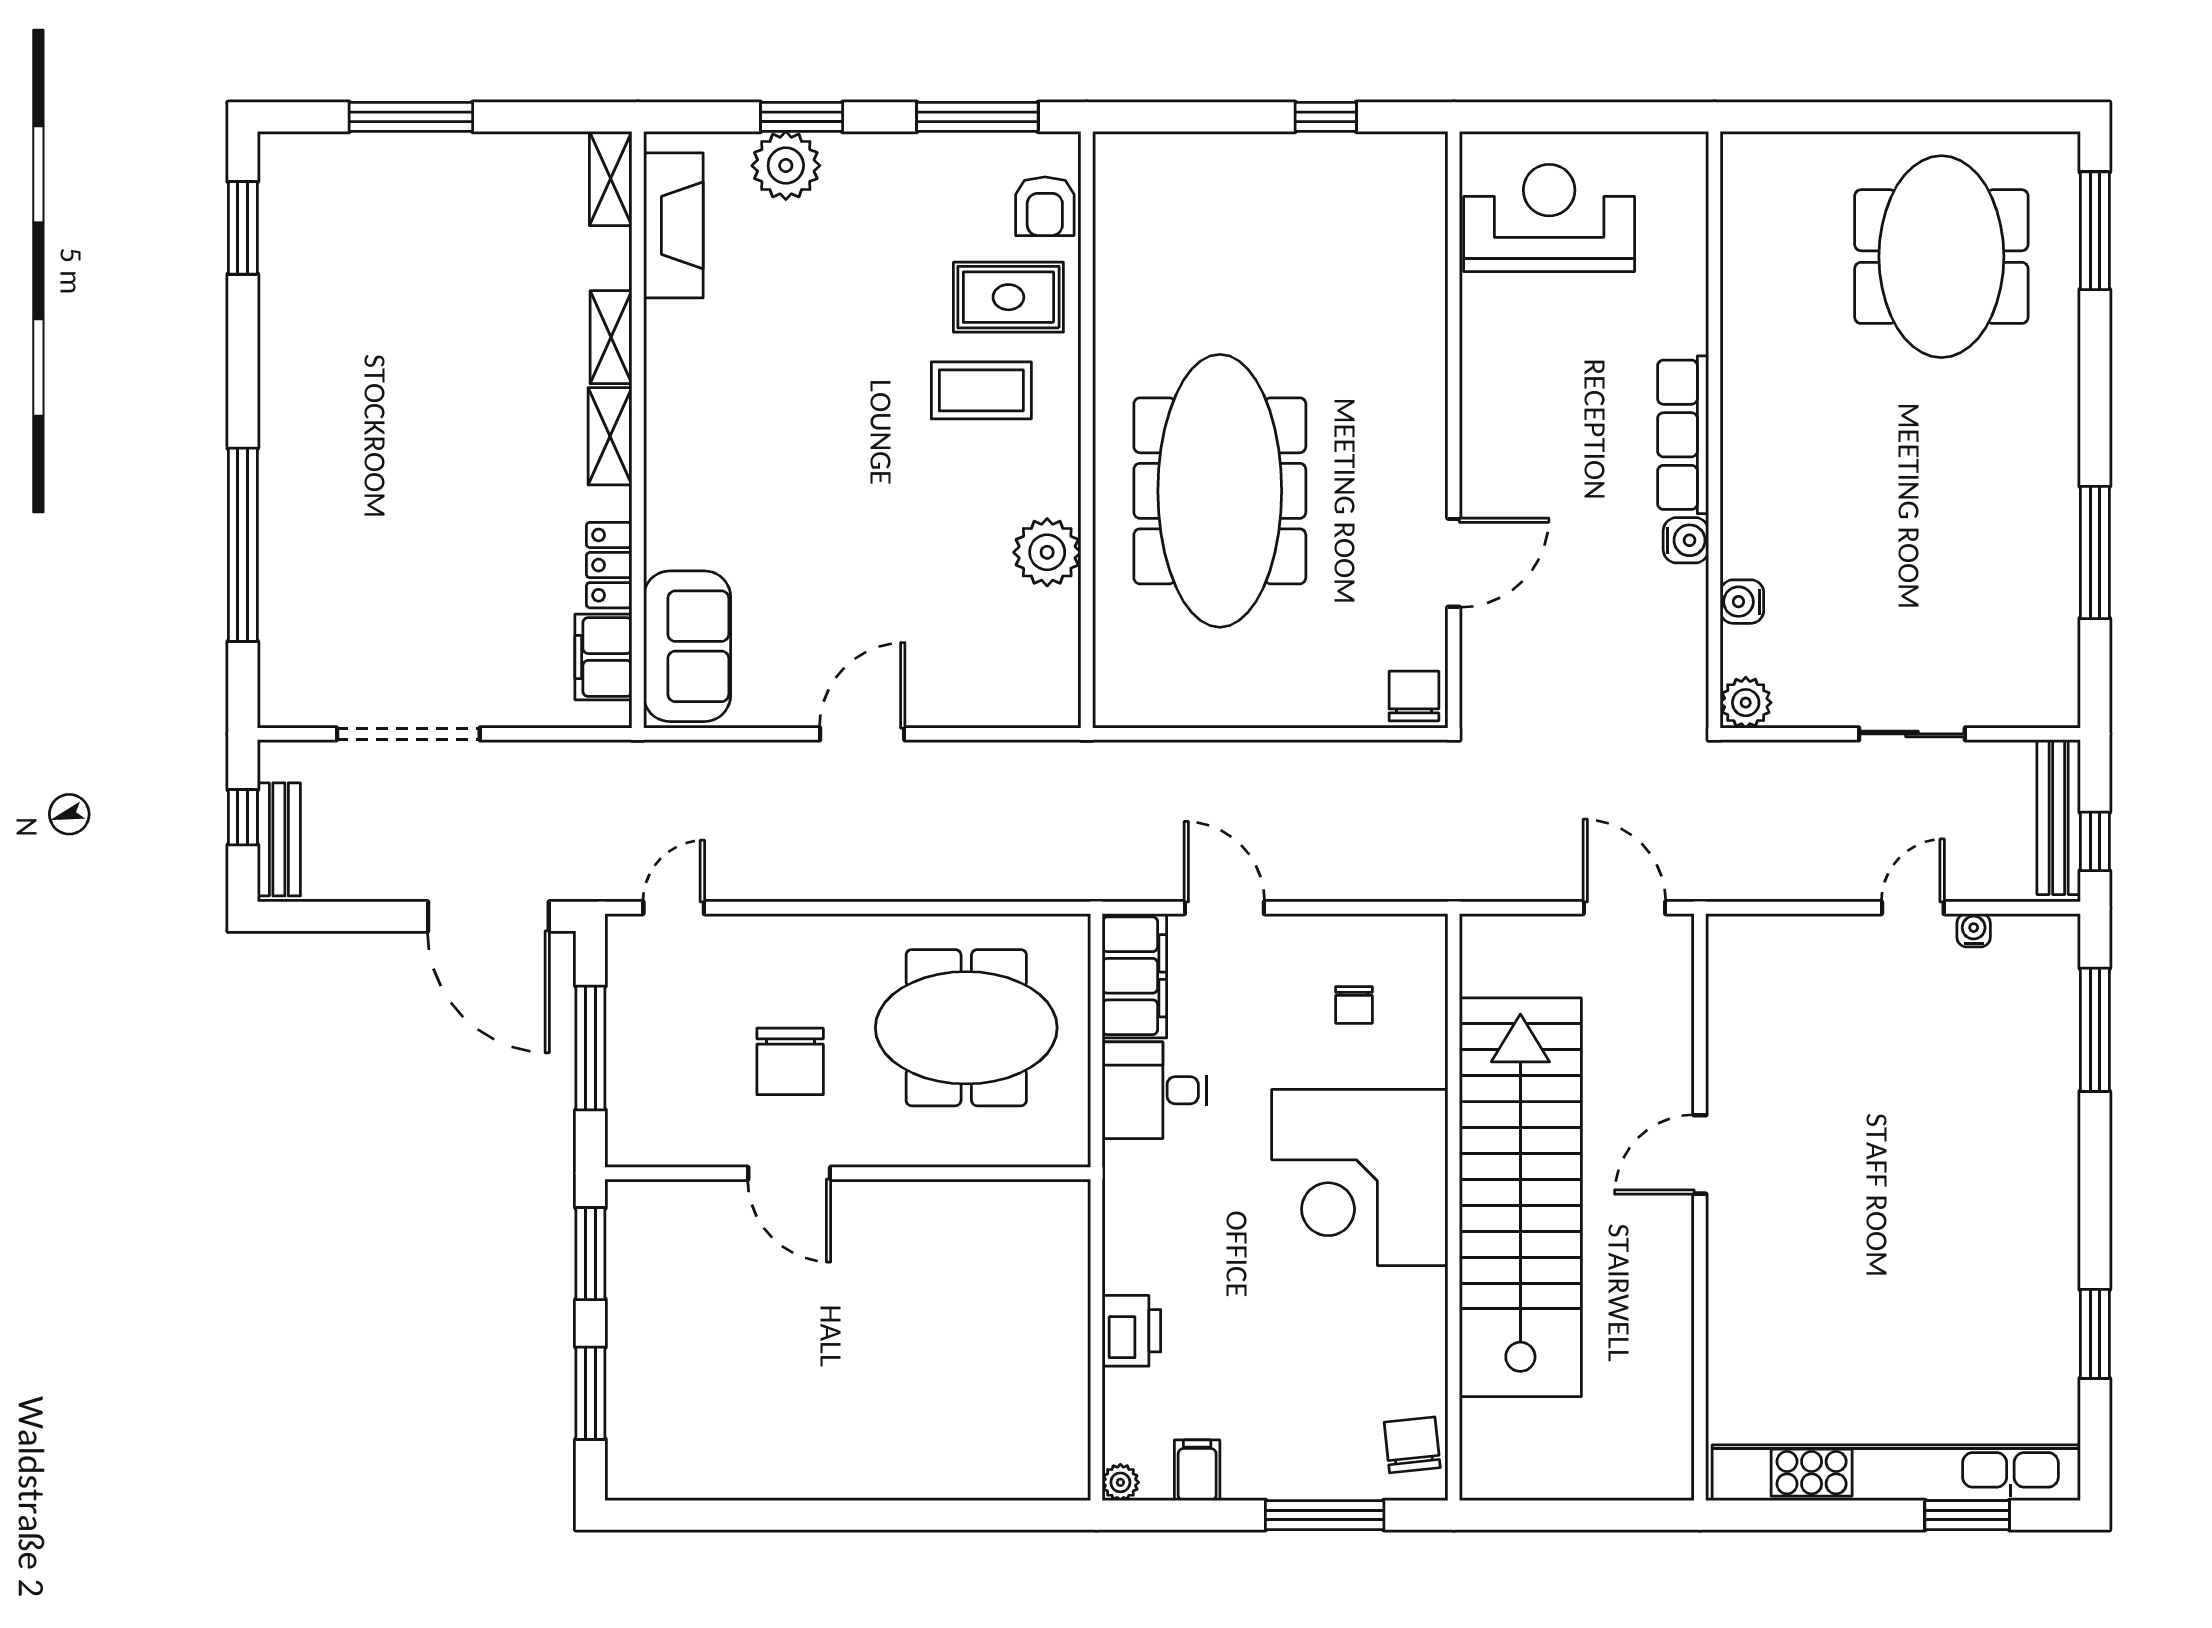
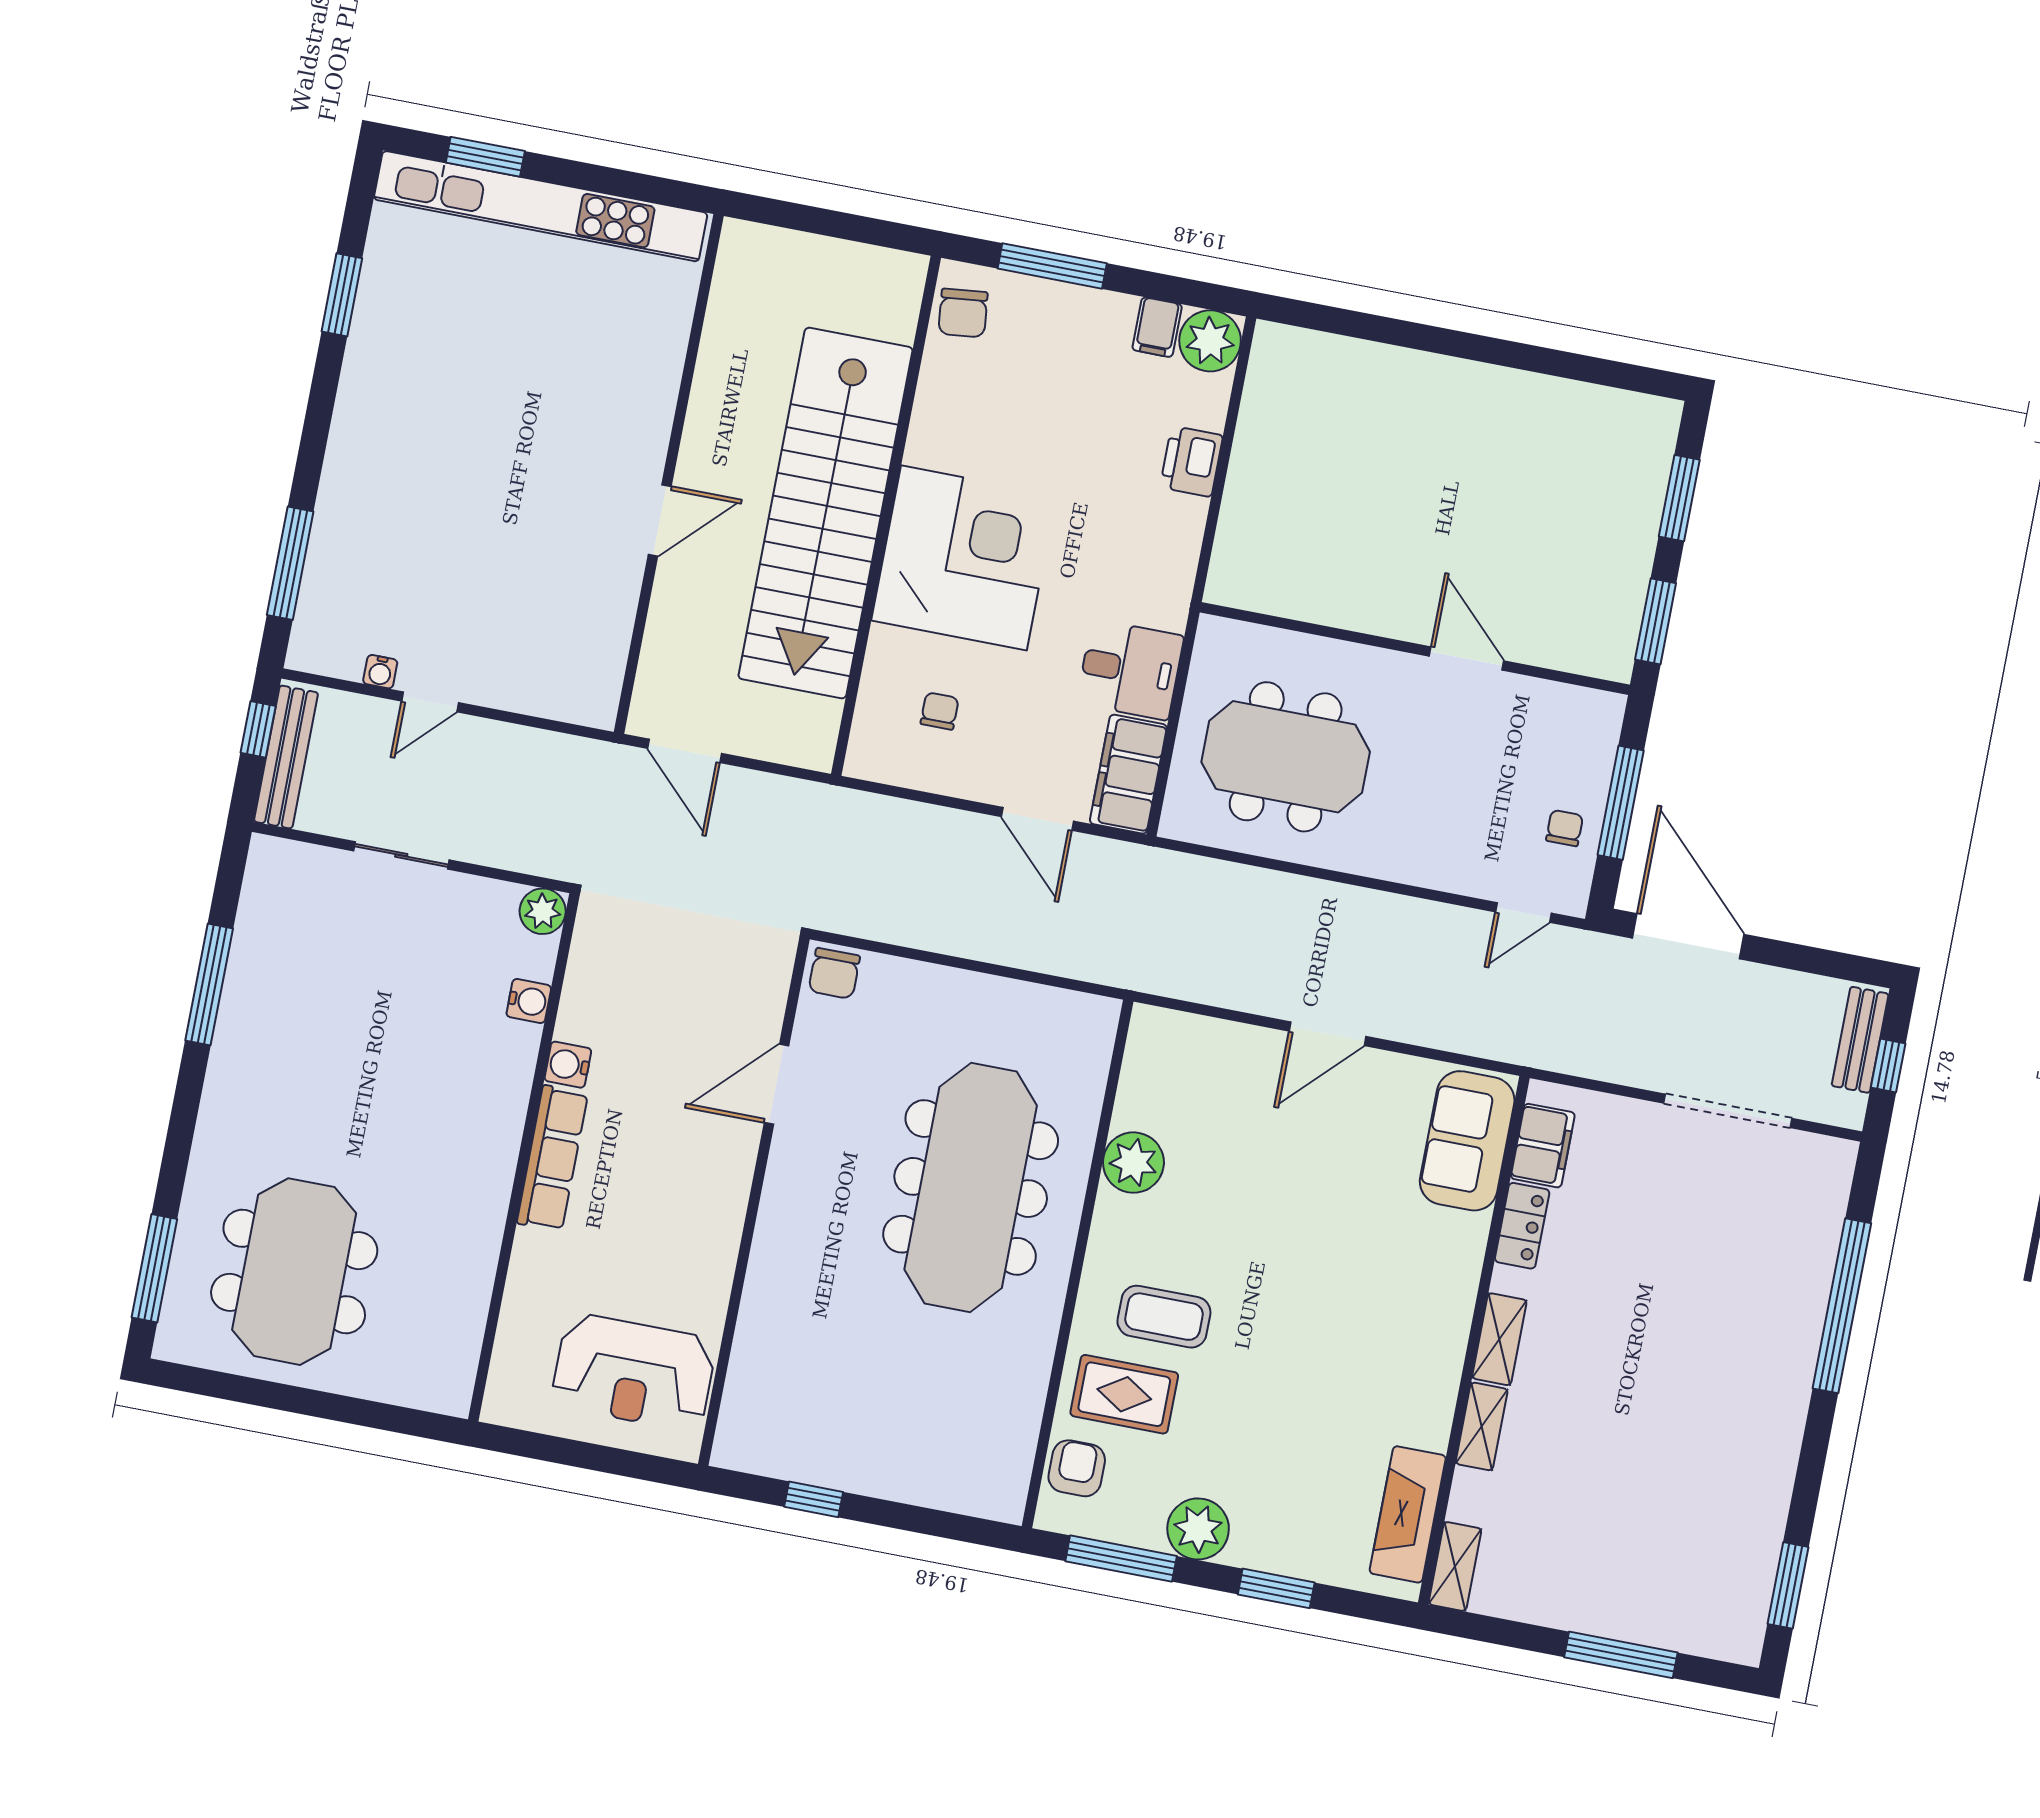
plant: (786, 166) -> (1198, 1529), moved
chair: (790, 1061) -> (1565, 828), moved, width x0.54, depth x0.54
plant: (1120, 1482) -> (1210, 341), width x1.87, depth x1.87

